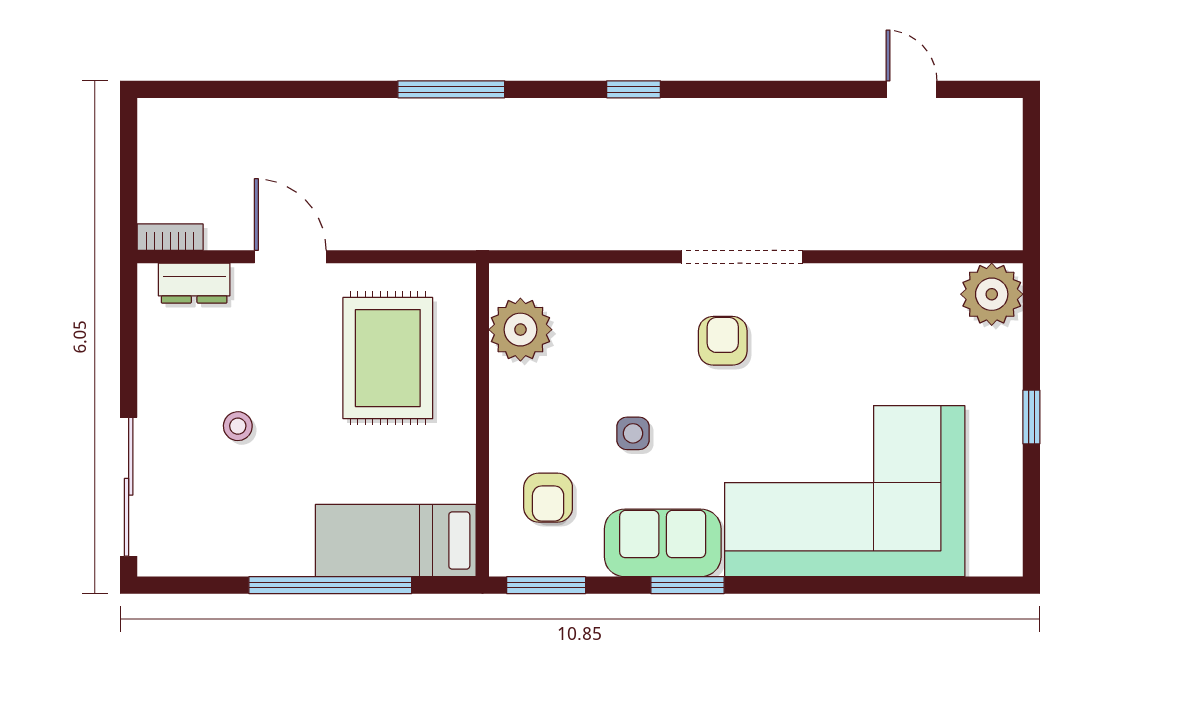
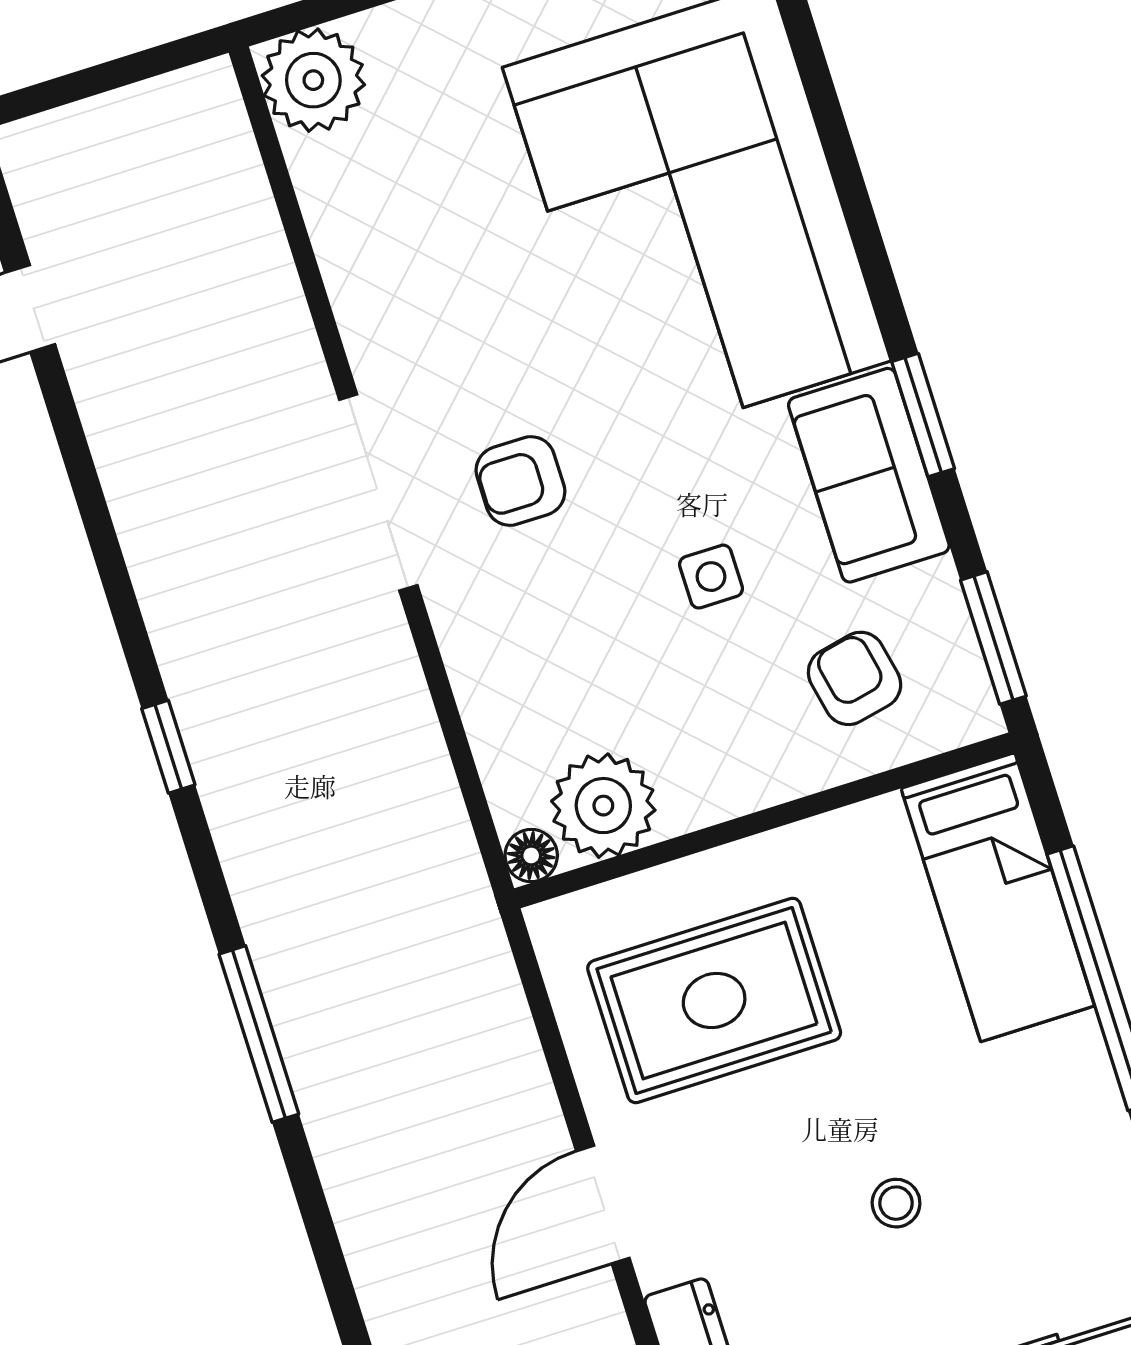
floor lamp: (505, 279) -> (531, 856), added
armchair: (548, 498) -> (855, 678), turned -102

